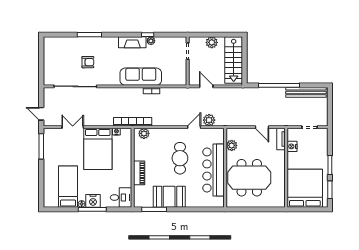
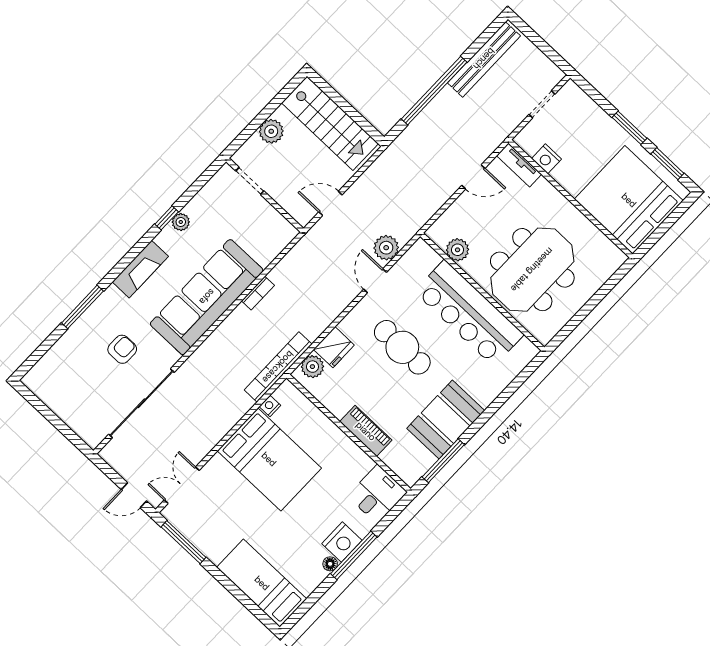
fireplace: (132, 42) -> (140, 269), moved
sofa: (141, 77) -> (207, 297), width x1.36, depth x1.27
double door: (73, 127) -> (182, 485), moved
fridge: (158, 135) -> (334, 347), added
bed: (68, 187) -> (262, 583), moved

